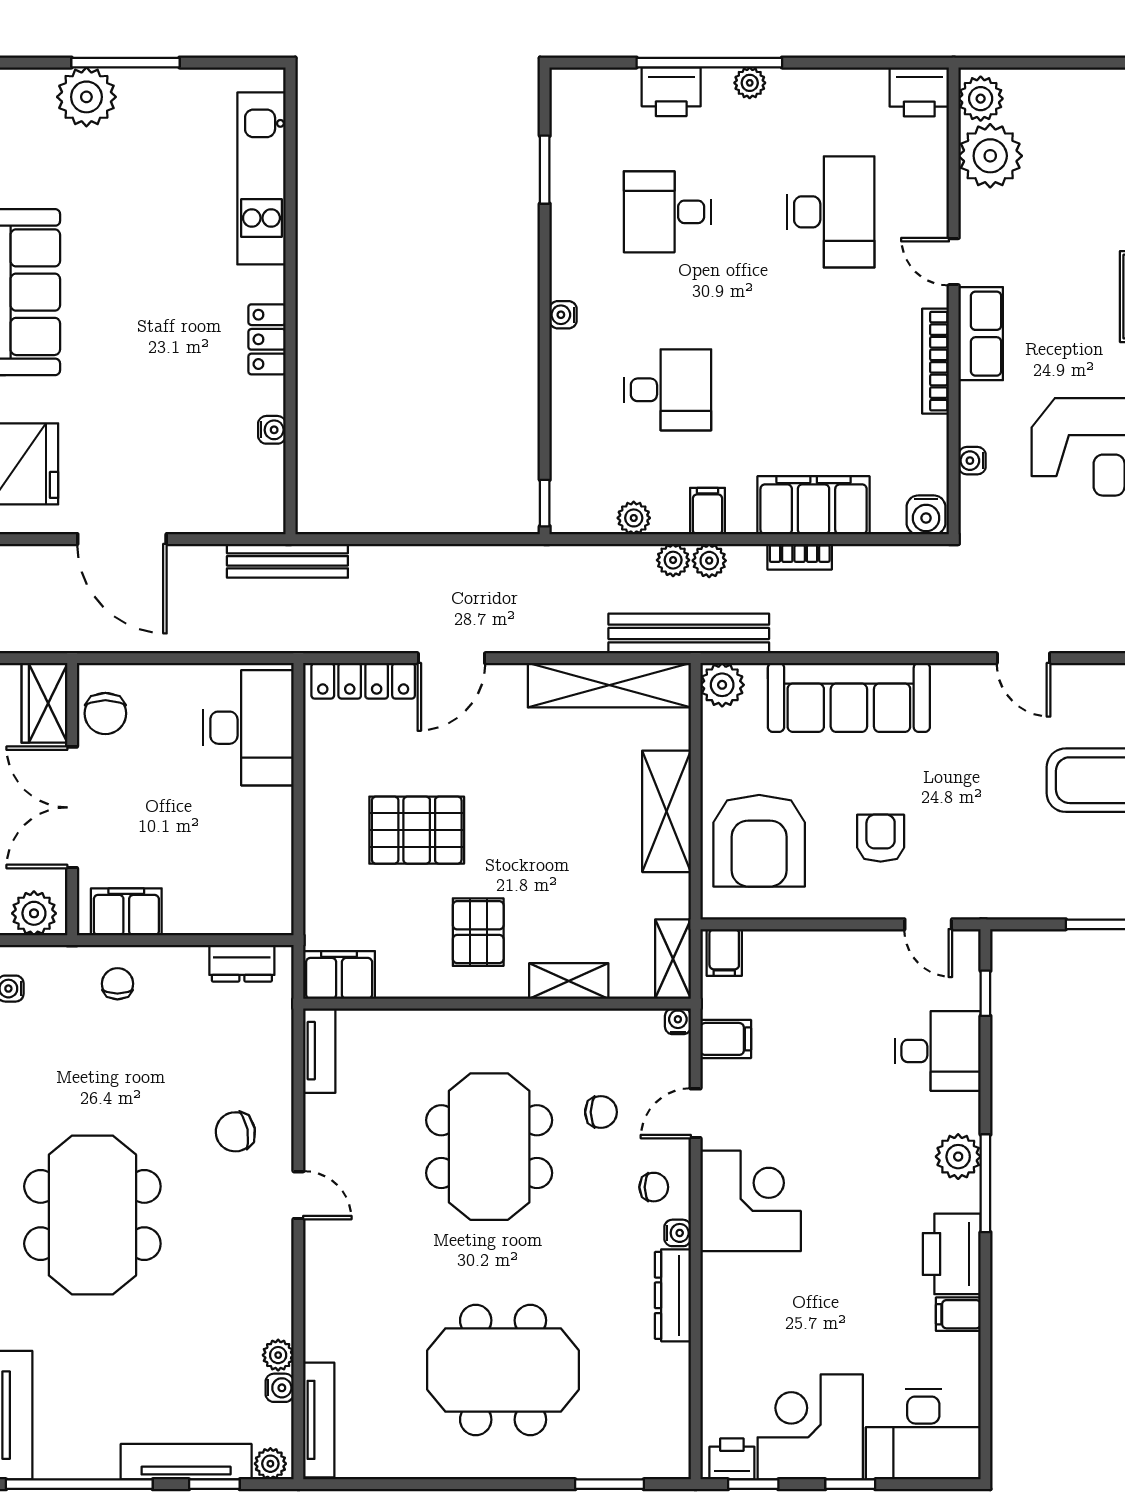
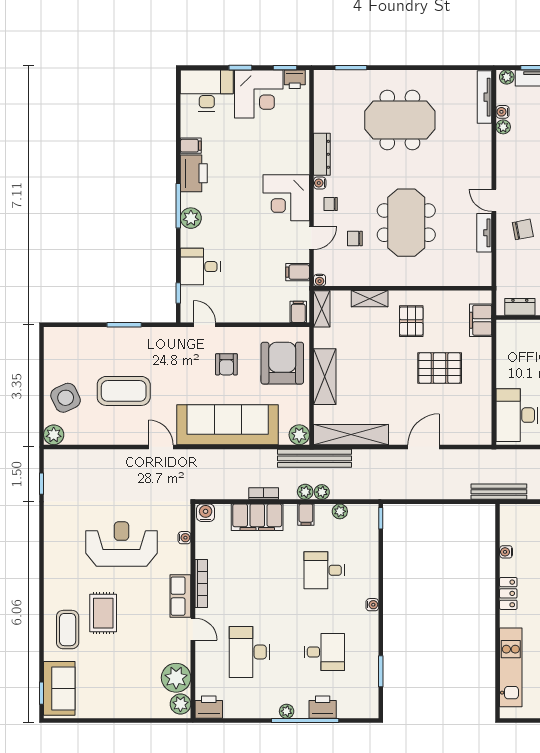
locker: (363, 681) -> (464, 437), removed
sofa: (849, 697) -> (228, 425), width x1.36, depth x1.27
filing cabinet: (339, 975) -> (481, 320), moved, turned 90
tv unit: (319, 1051) -> (484, 233), moved

